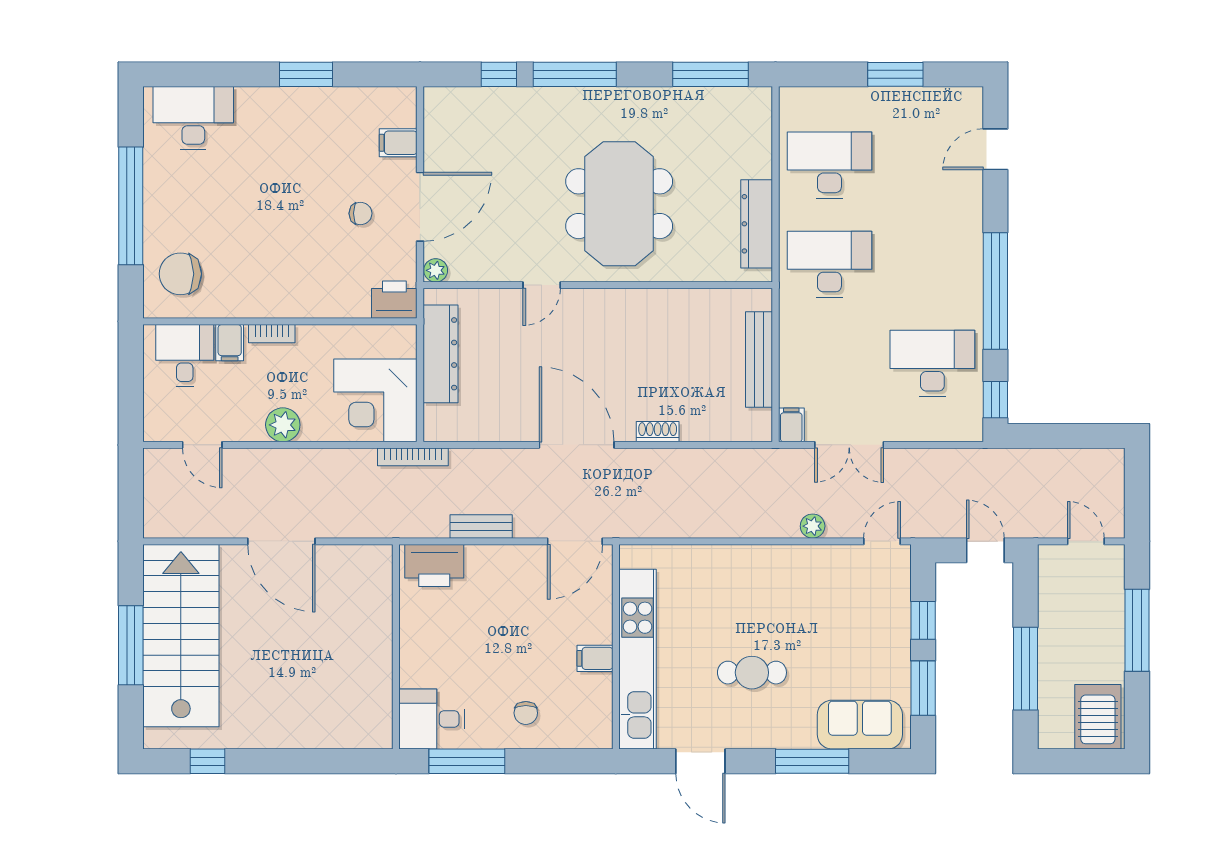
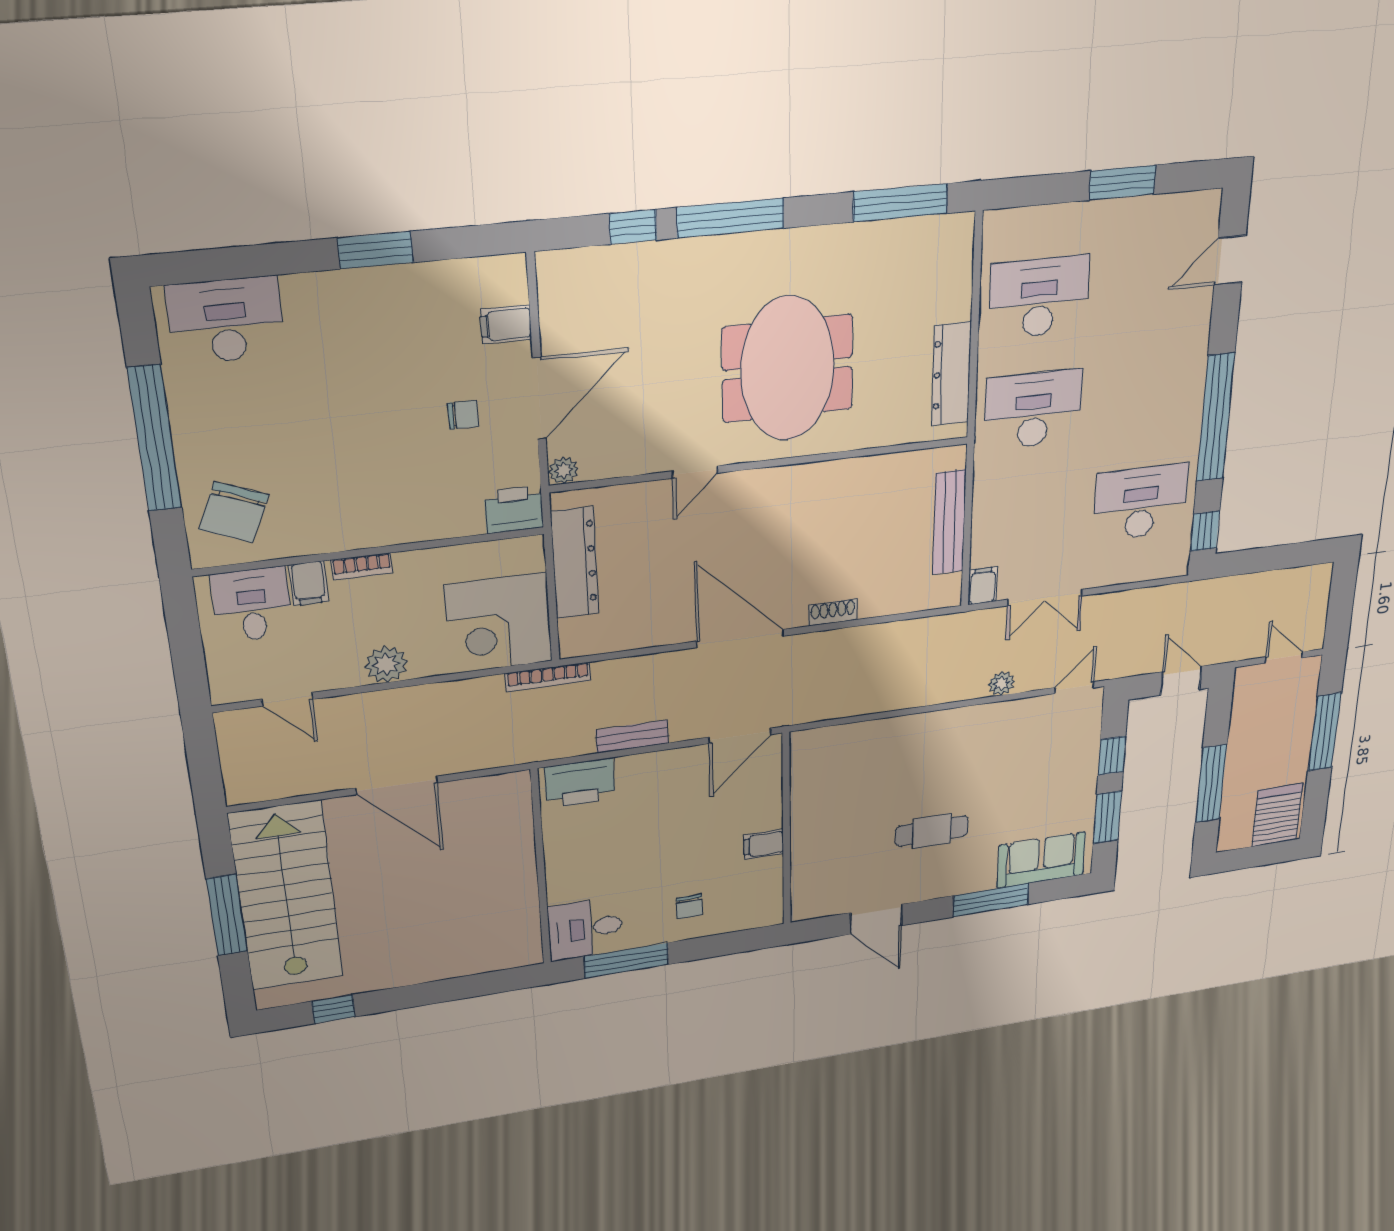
chair: (180, 274) -> (234, 512), turned -67
kitchen unit: (637, 659) -> (810, 838), removed

